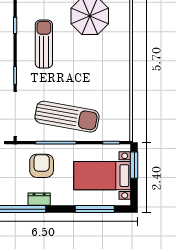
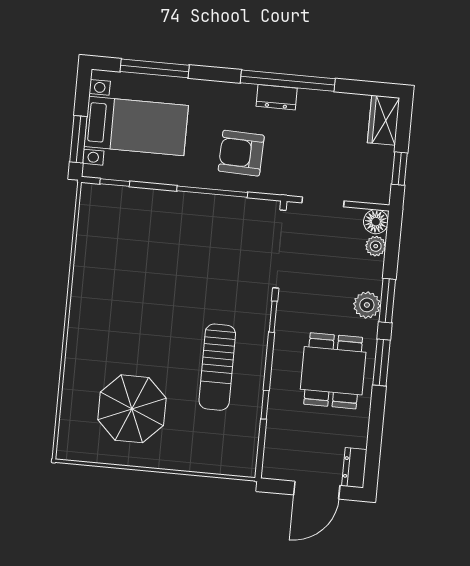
sun lounger: (67, 117) -> (188, 235), removed
armchair: (42, 166) -> (241, 153), turned 92
dresser: (39, 199) -> (277, 97), moved

